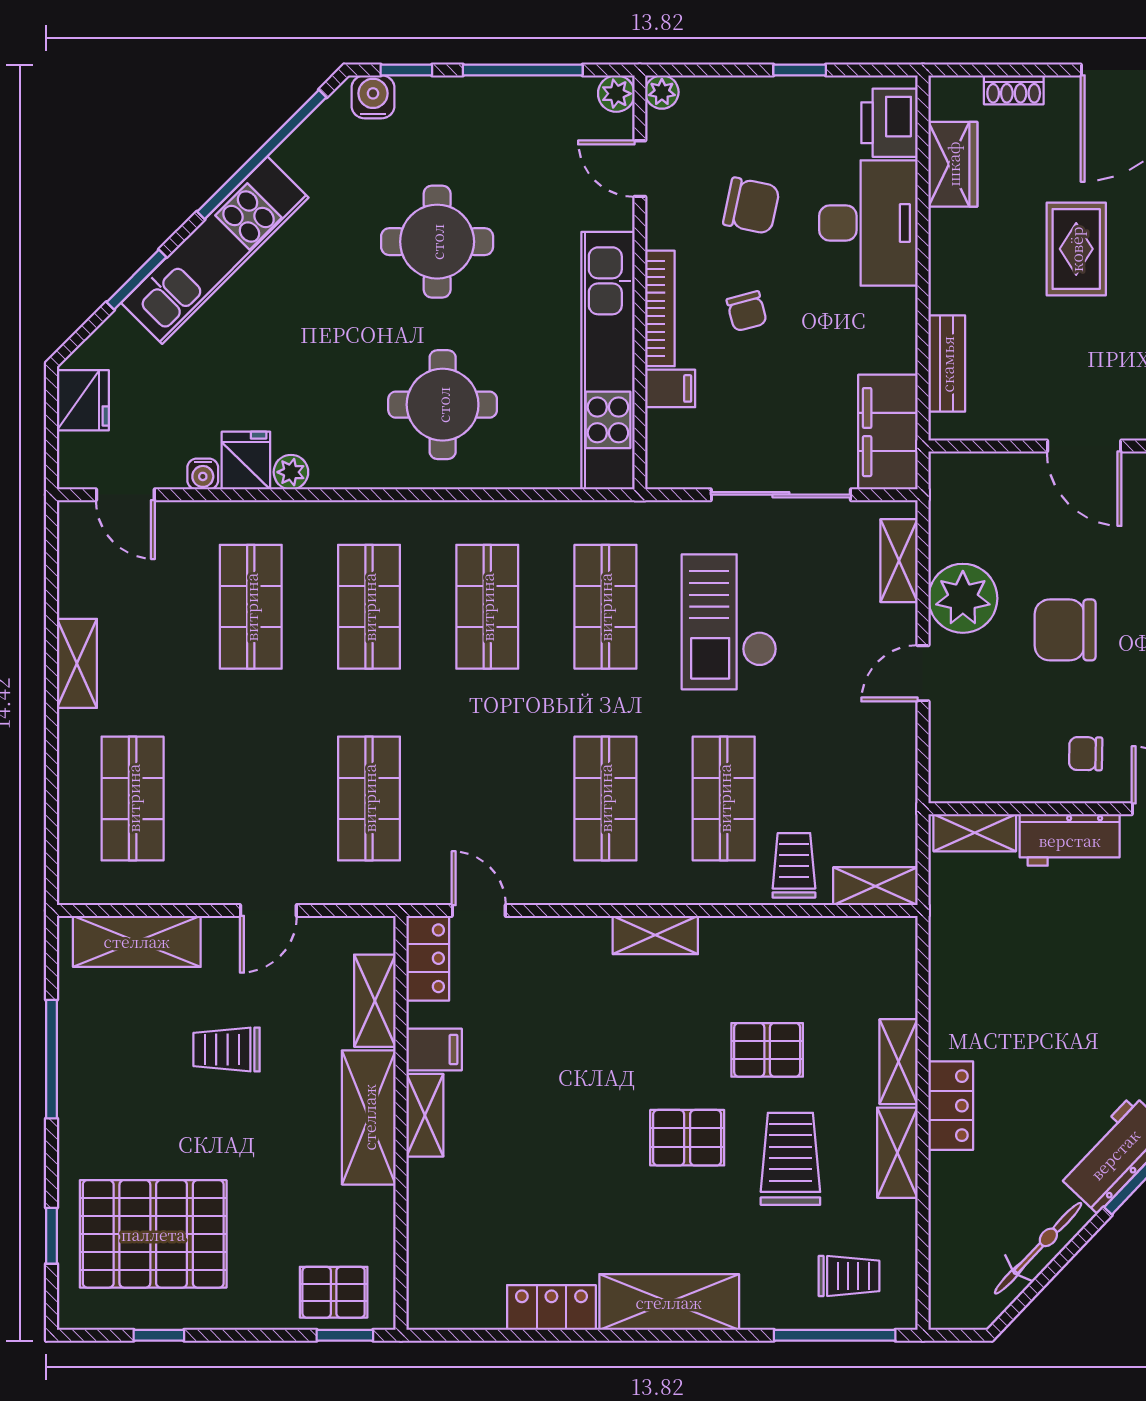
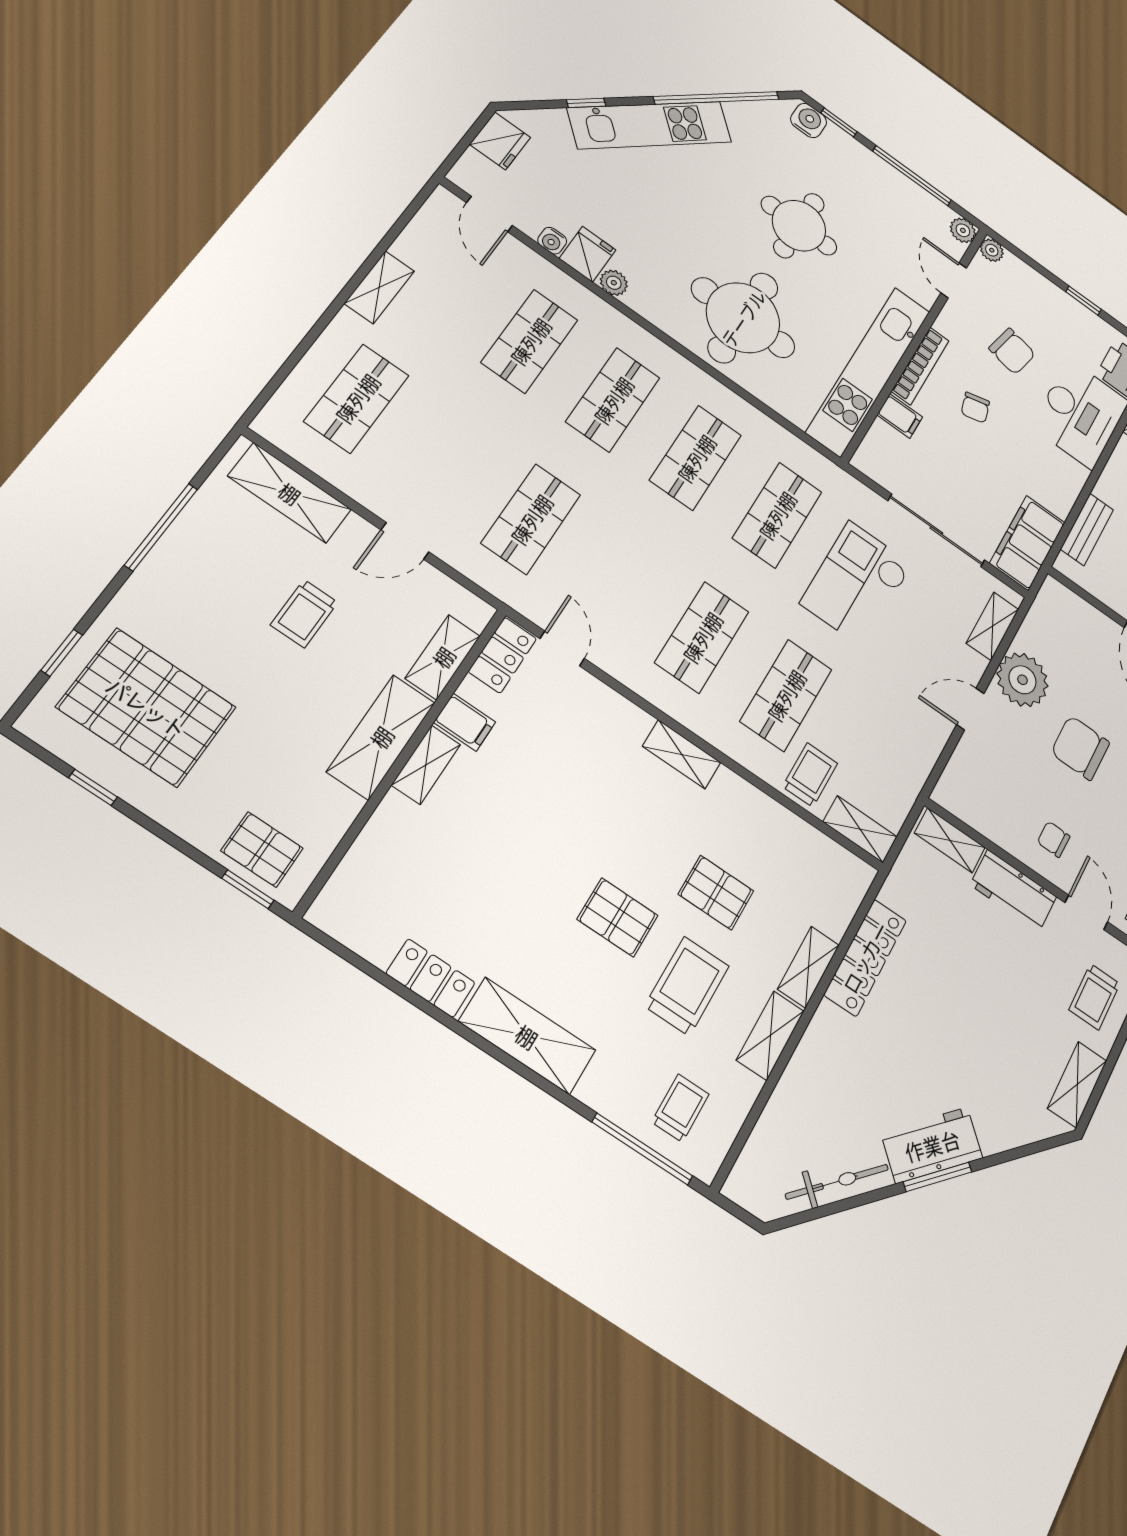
window: (137, 280) -> (586, 103), width x0.67
round table: (443, 405) -> (743, 318), width x1.36, depth x1.36
trolley: (227, 1049) -> (304, 614), turned -90
locker: (951, 1106) -> (865, 957), moved, width x1.53
trolley: (849, 1276) -> (680, 1108), turned -90

